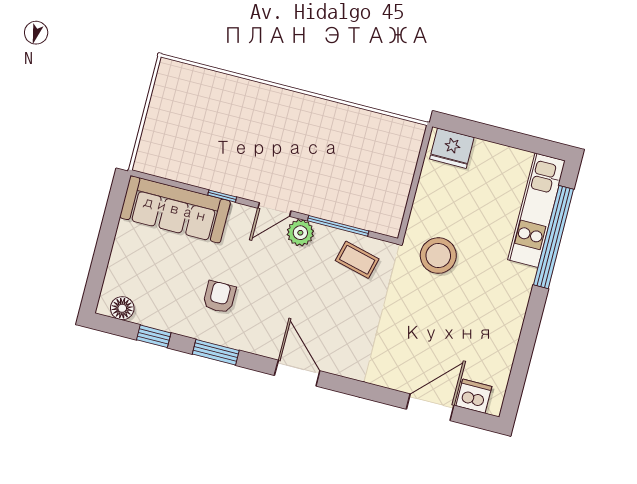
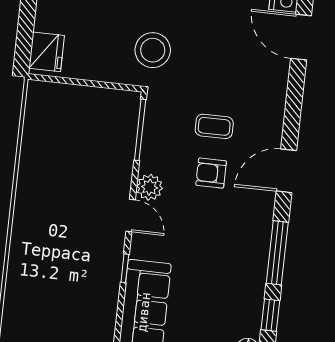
window: (338, 226) -> (140, 130), moved
coffee table: (357, 260) -> (214, 126), moved, turned 76
armchair: (219, 297) -> (211, 173), moved
window: (216, 352) -> (277, 253), width x1.44

